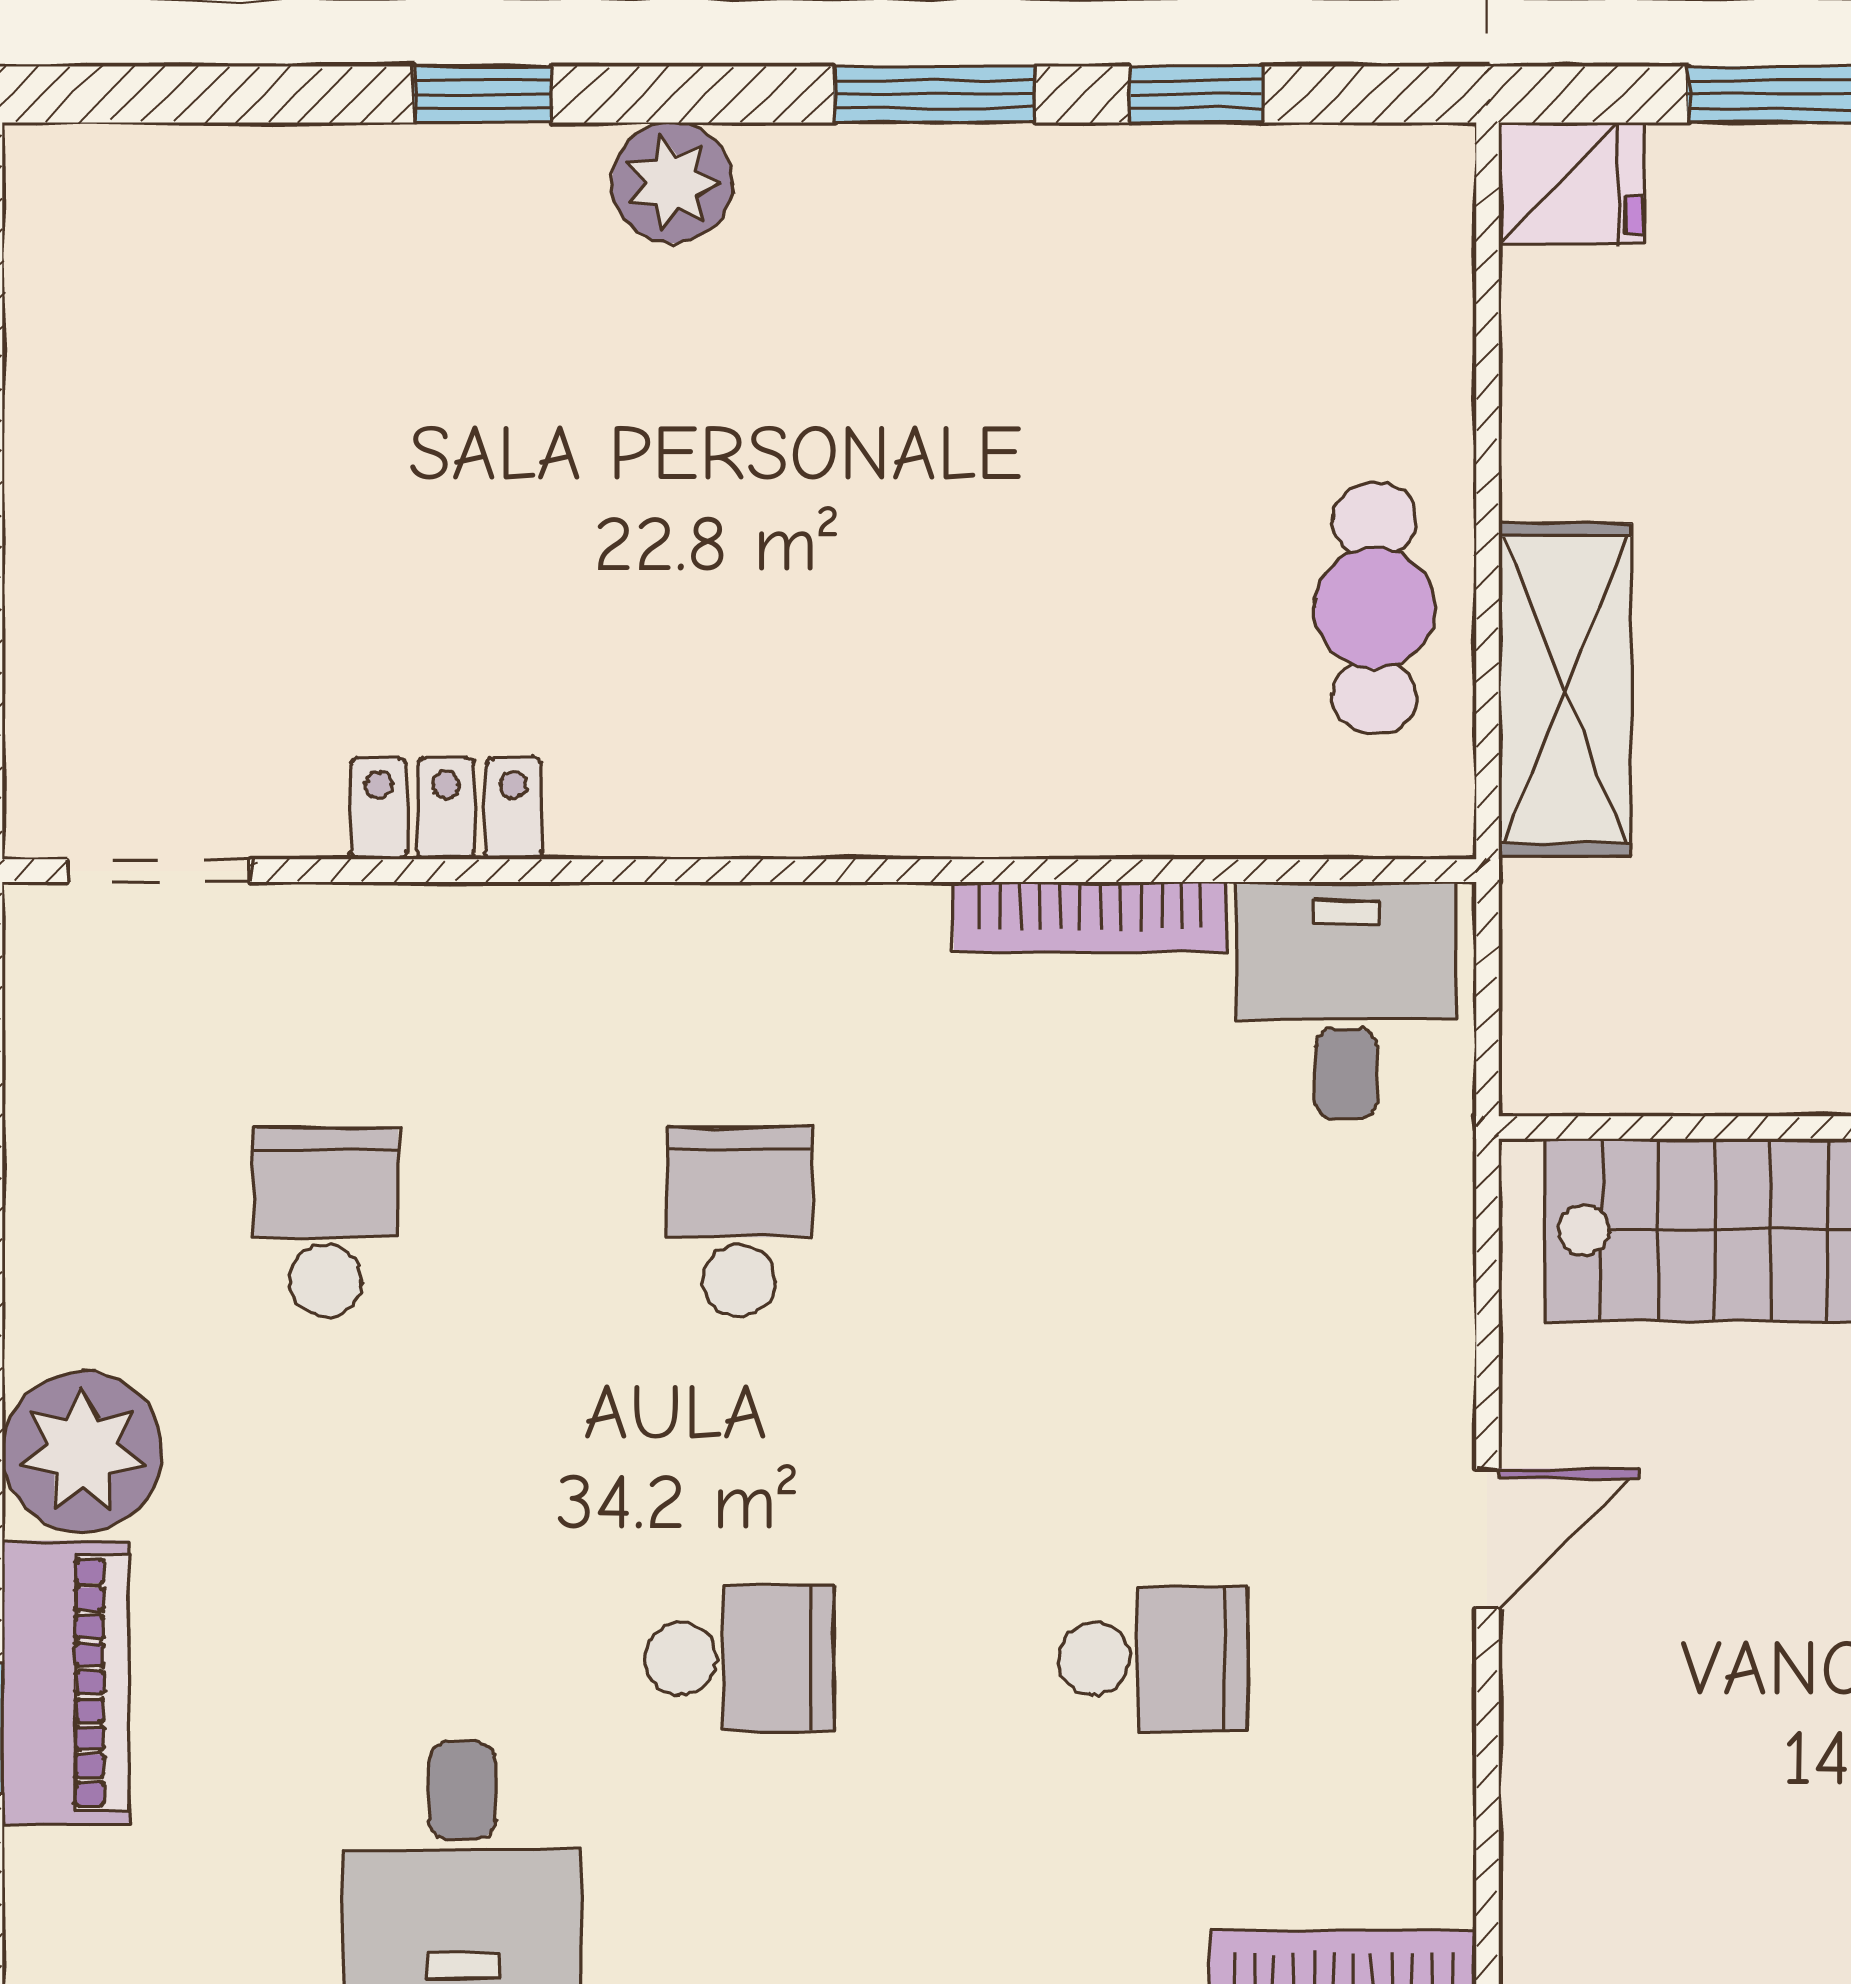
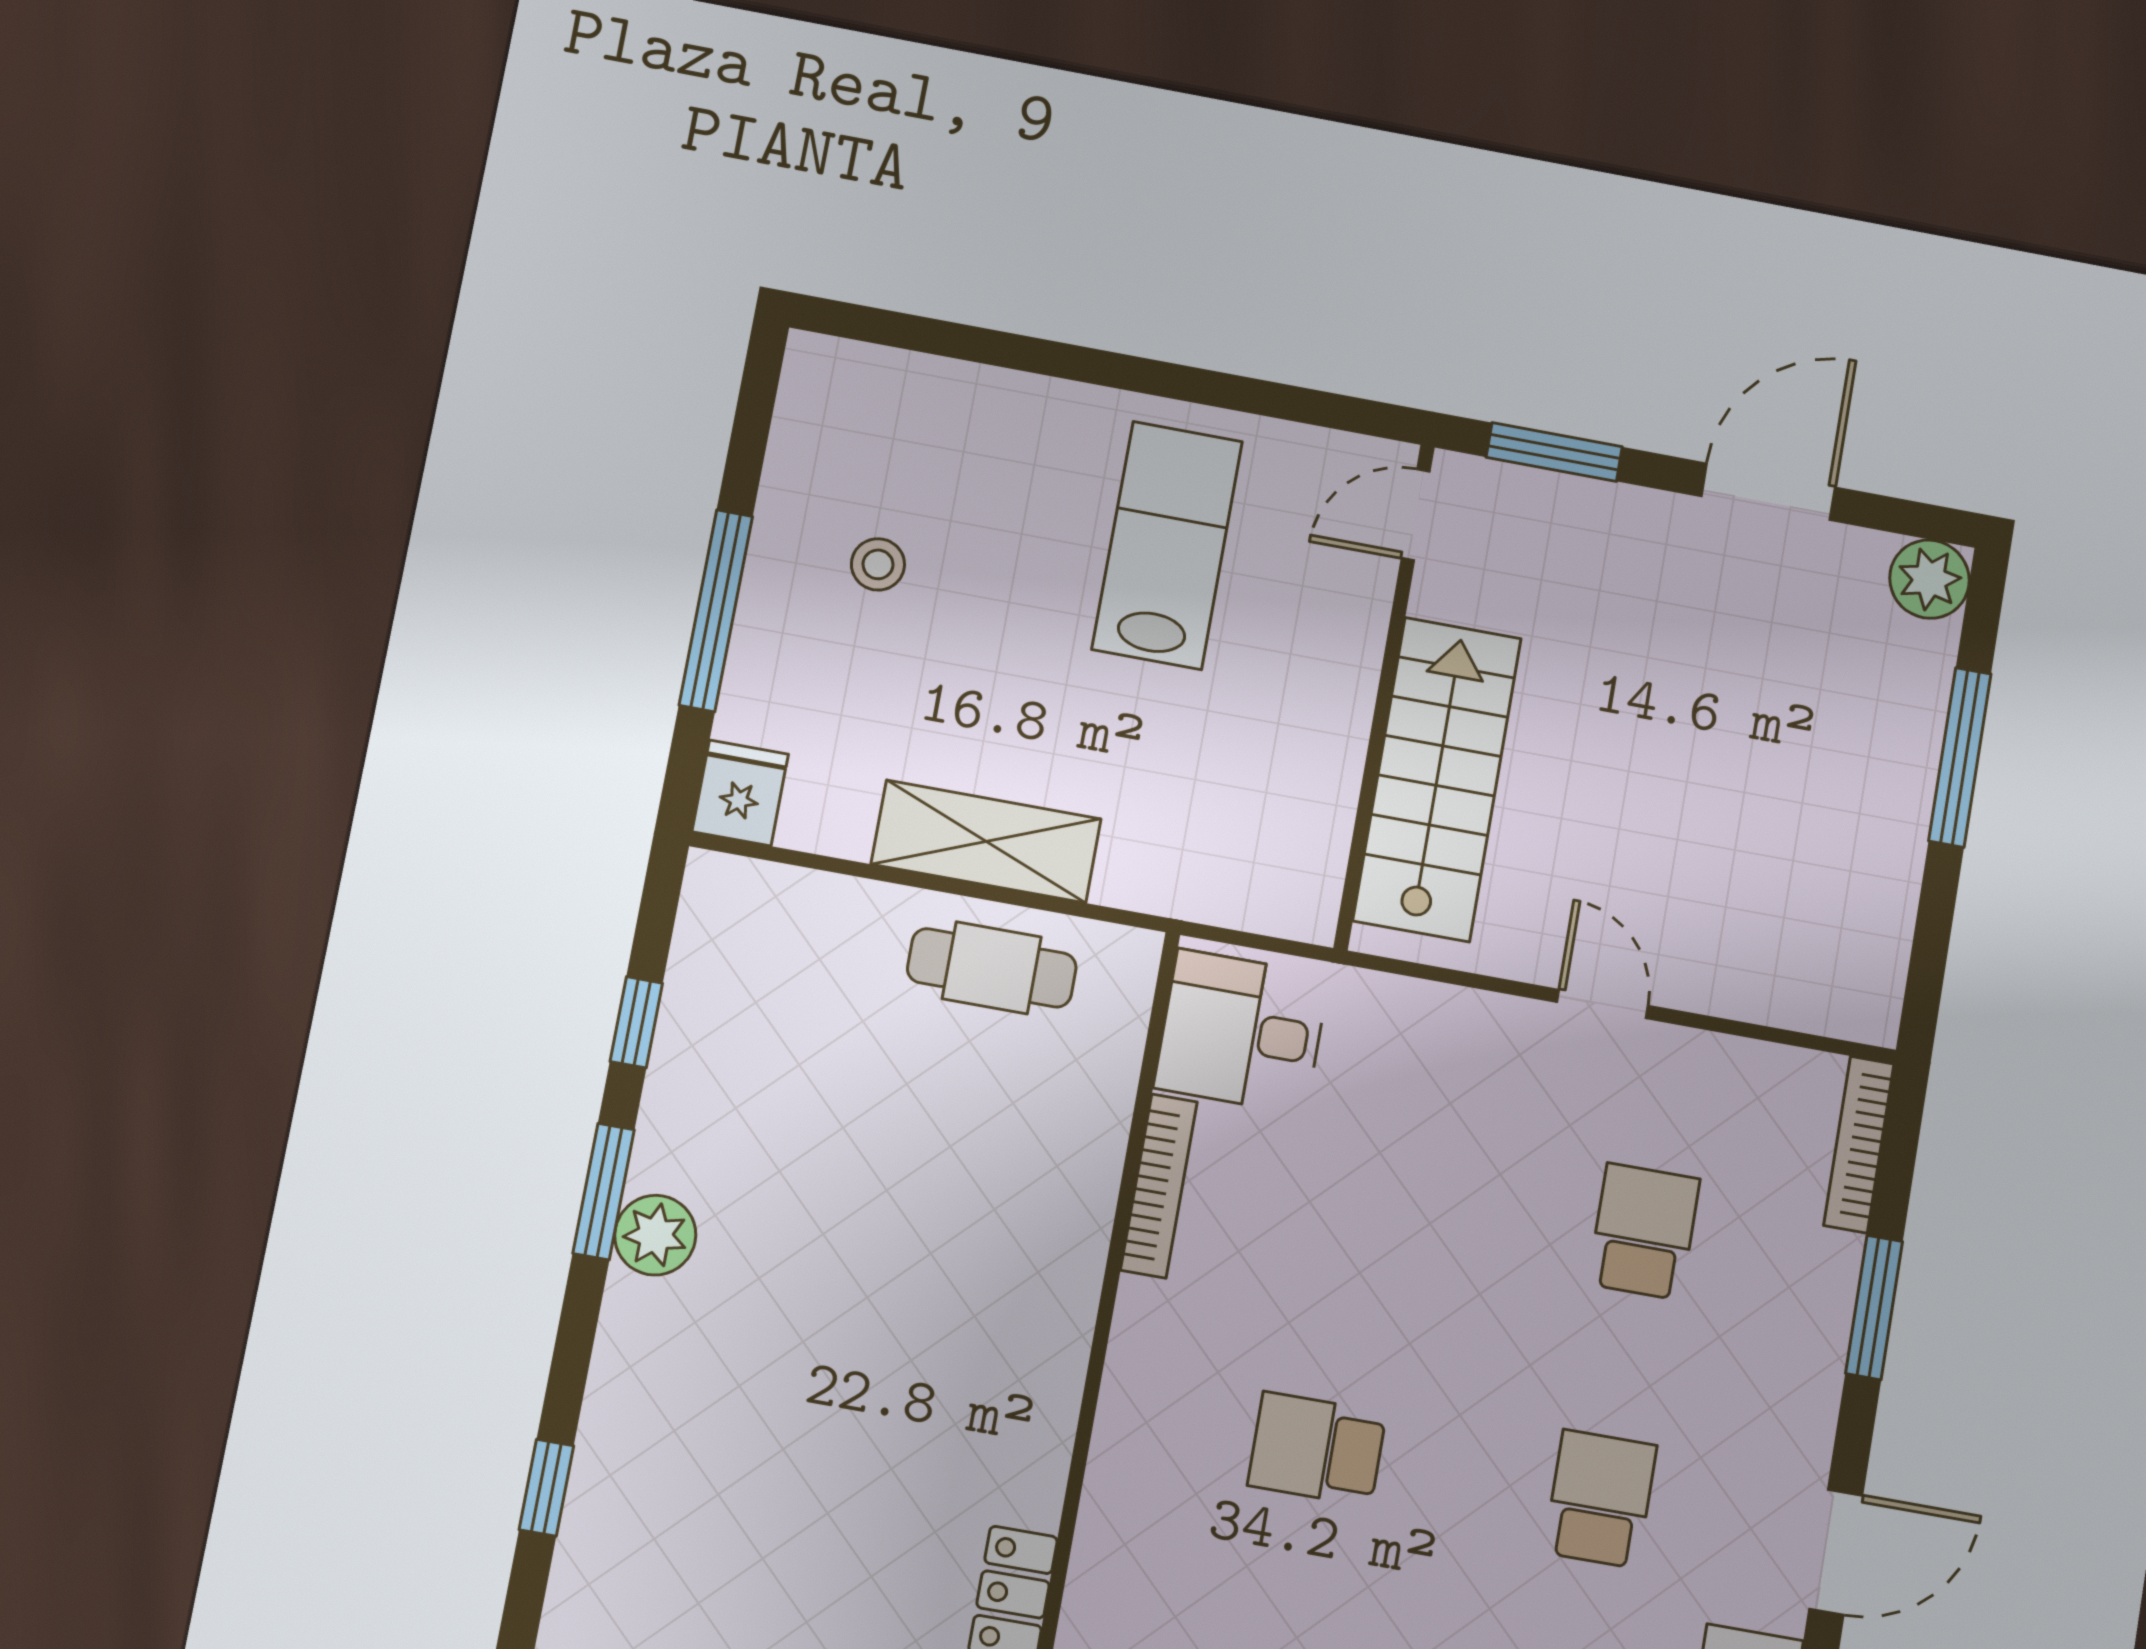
plant: (672, 183) -> (655, 1235), moved
shelving: (1565, 690) -> (986, 842), moved

